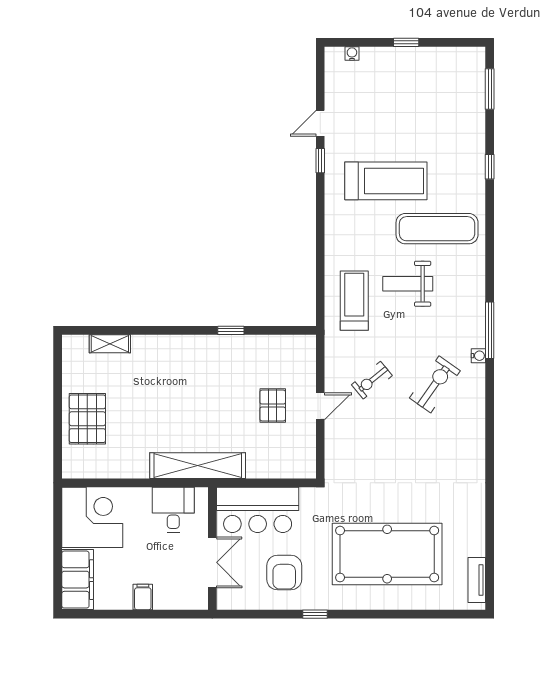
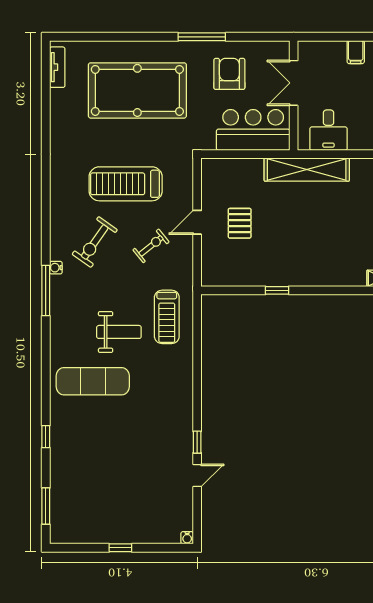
water cooler: (352, 54) -> (187, 538), moved
treadmill: (386, 181) -> (126, 184), moved
window: (315, 614) -> (202, 37), width x2.17

